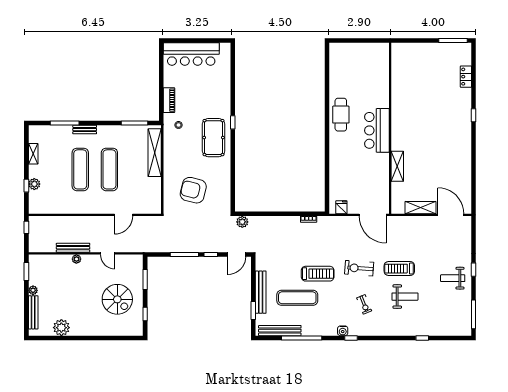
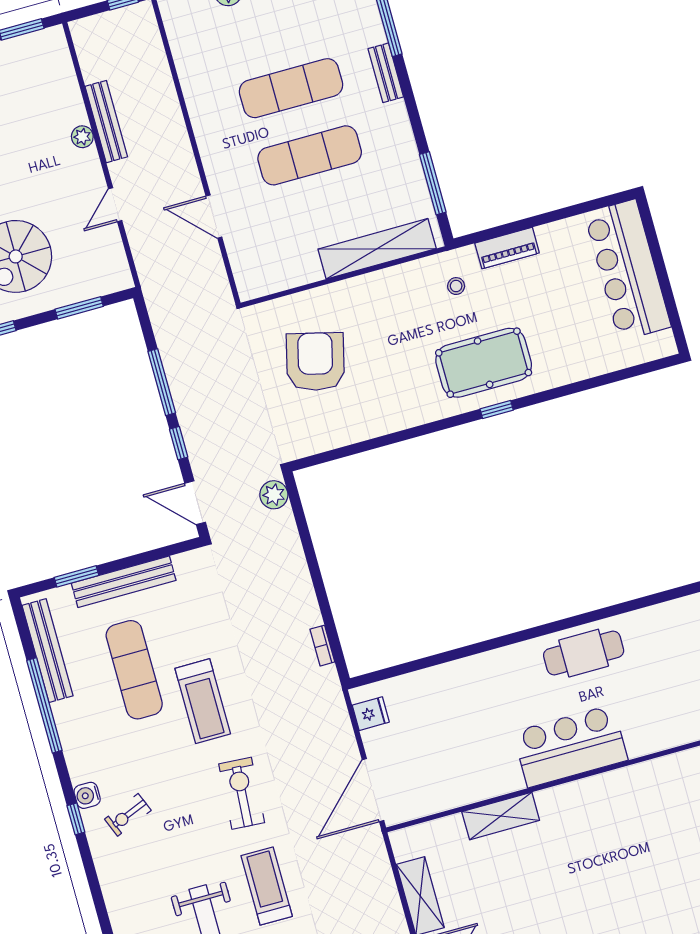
pool table: (214, 138) -> (484, 363), moved
exercise bike: (364, 304) -> (128, 815), moved

